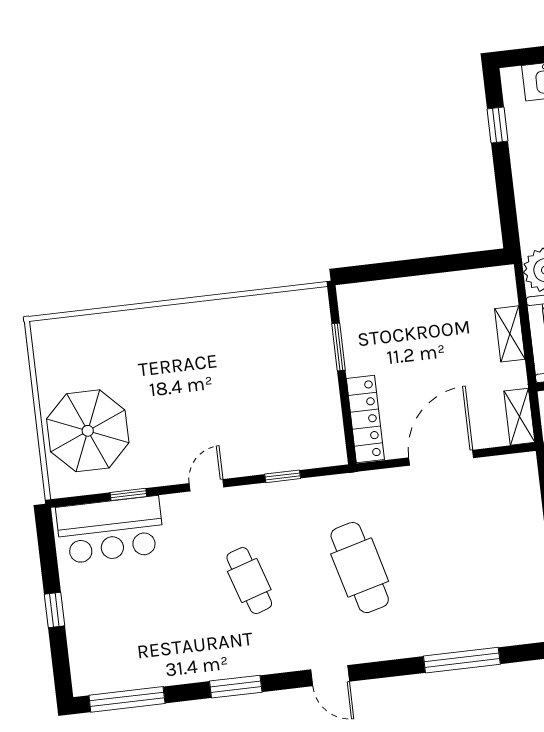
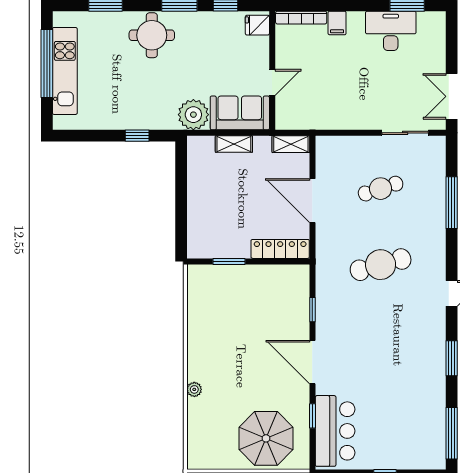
window: (497, 125) -> (137, 136), moved
plant: (147, 318) -> (194, 389), added
door: (206, 485) -> (312, 362), width x1.87
cafe table: (249, 581) -> (381, 189), moved

